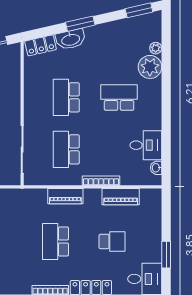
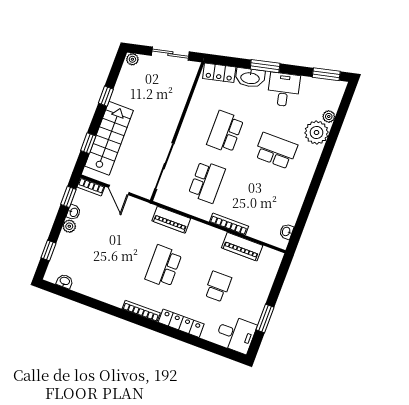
desk: (146, 145) -> (284, 90), moved, turned -103
school desk: (66, 149) -> (207, 182), turned 180
piano: (65, 196) -> (171, 220), moved
school desk: (112, 241) -> (218, 287), turned -90

